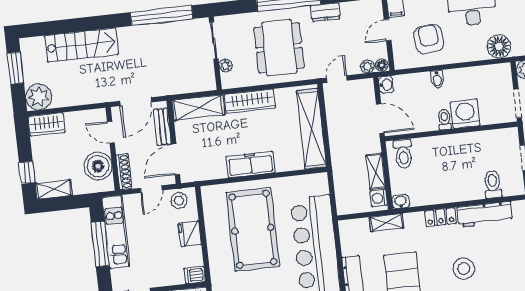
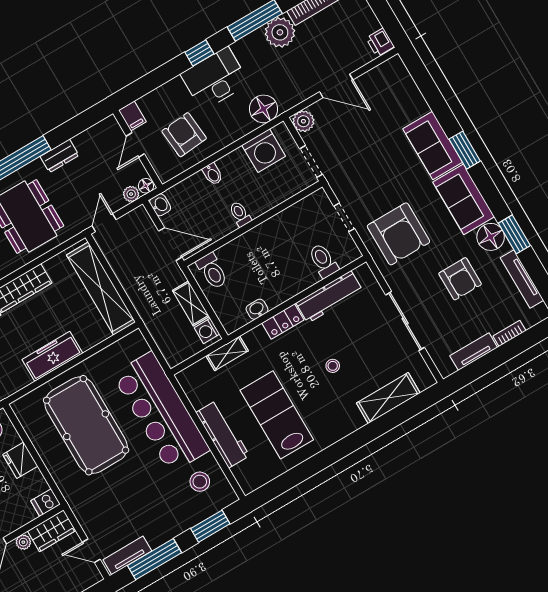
washing machine: (465, 114) -> (264, 151), moved, turned 180
washbasin: (401, 202) -> (257, 309), moved
stool: (464, 269) -> (333, 366), width x0.53, depth x0.53

